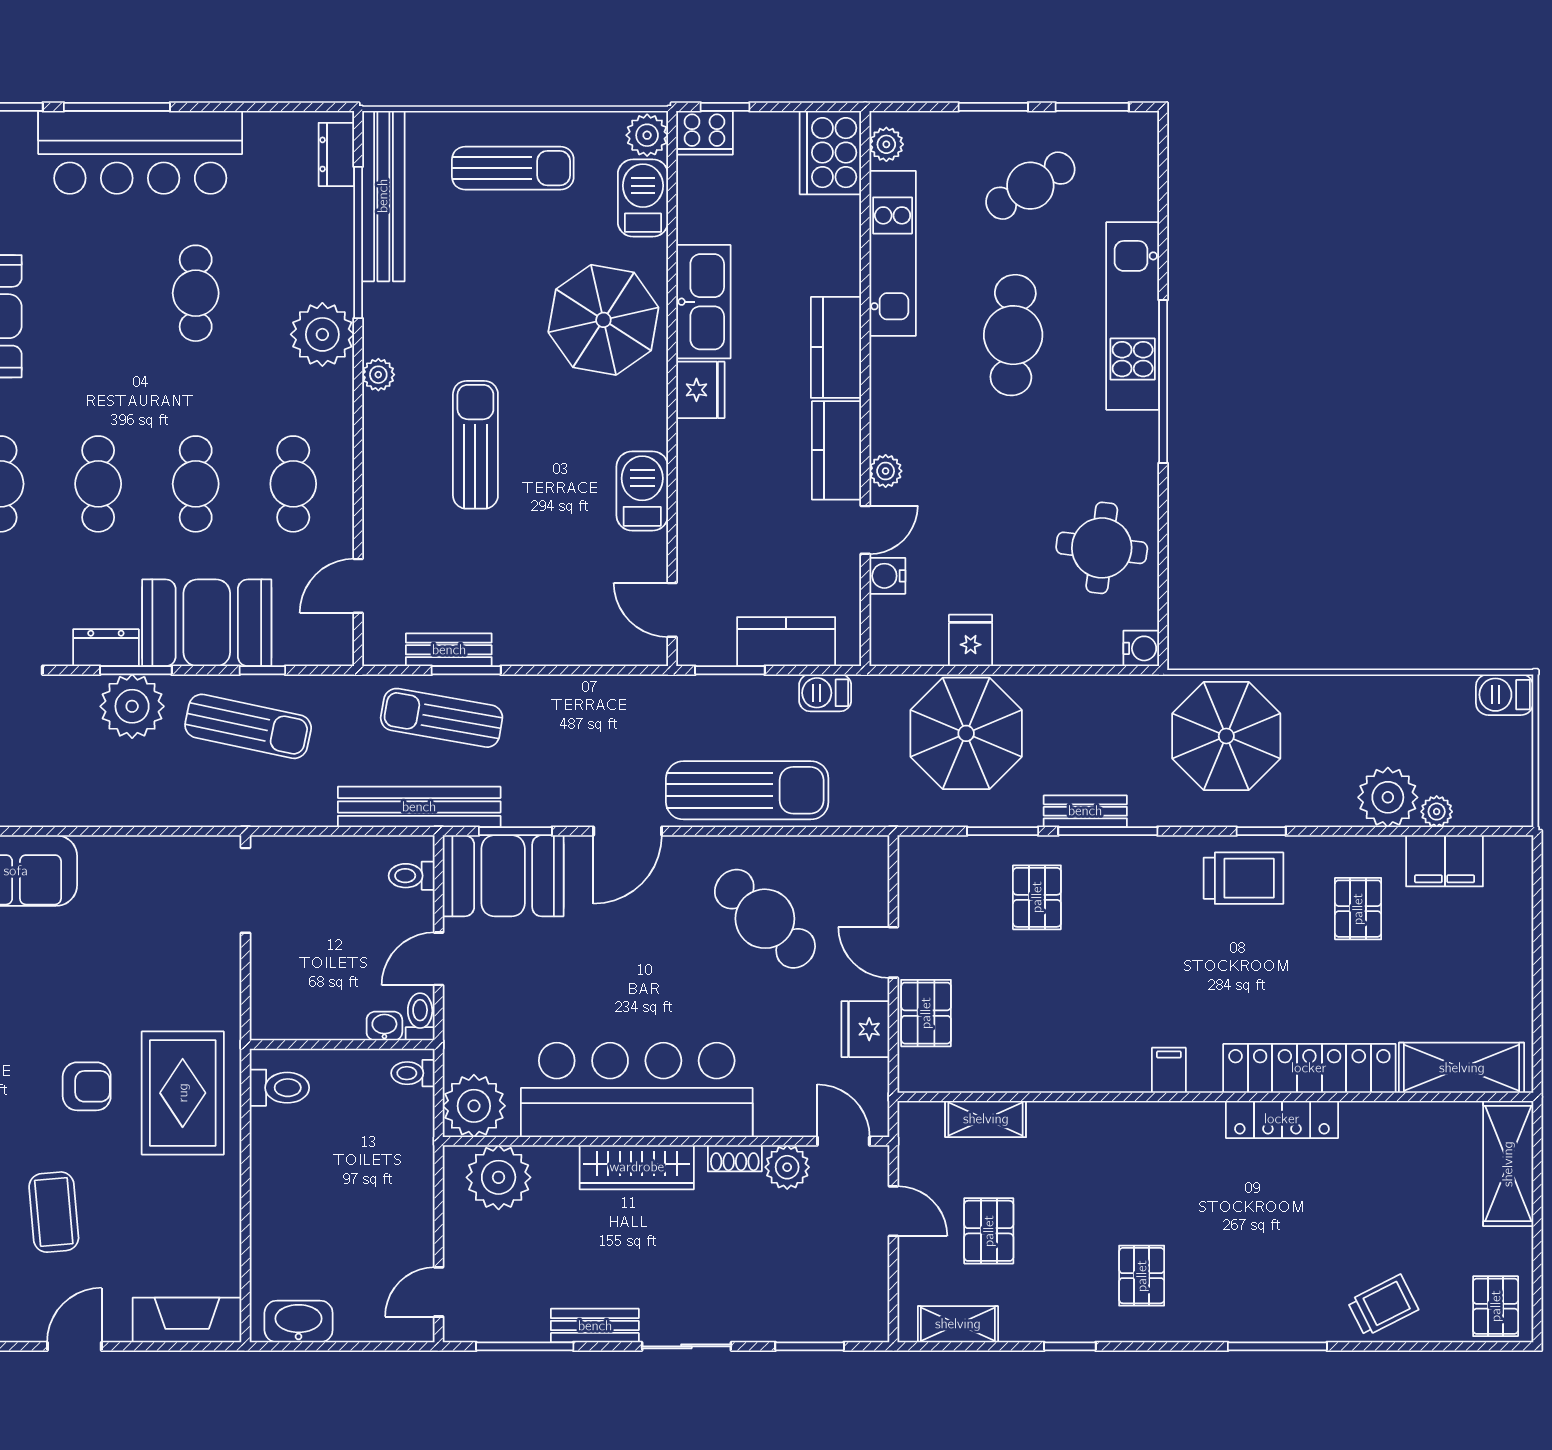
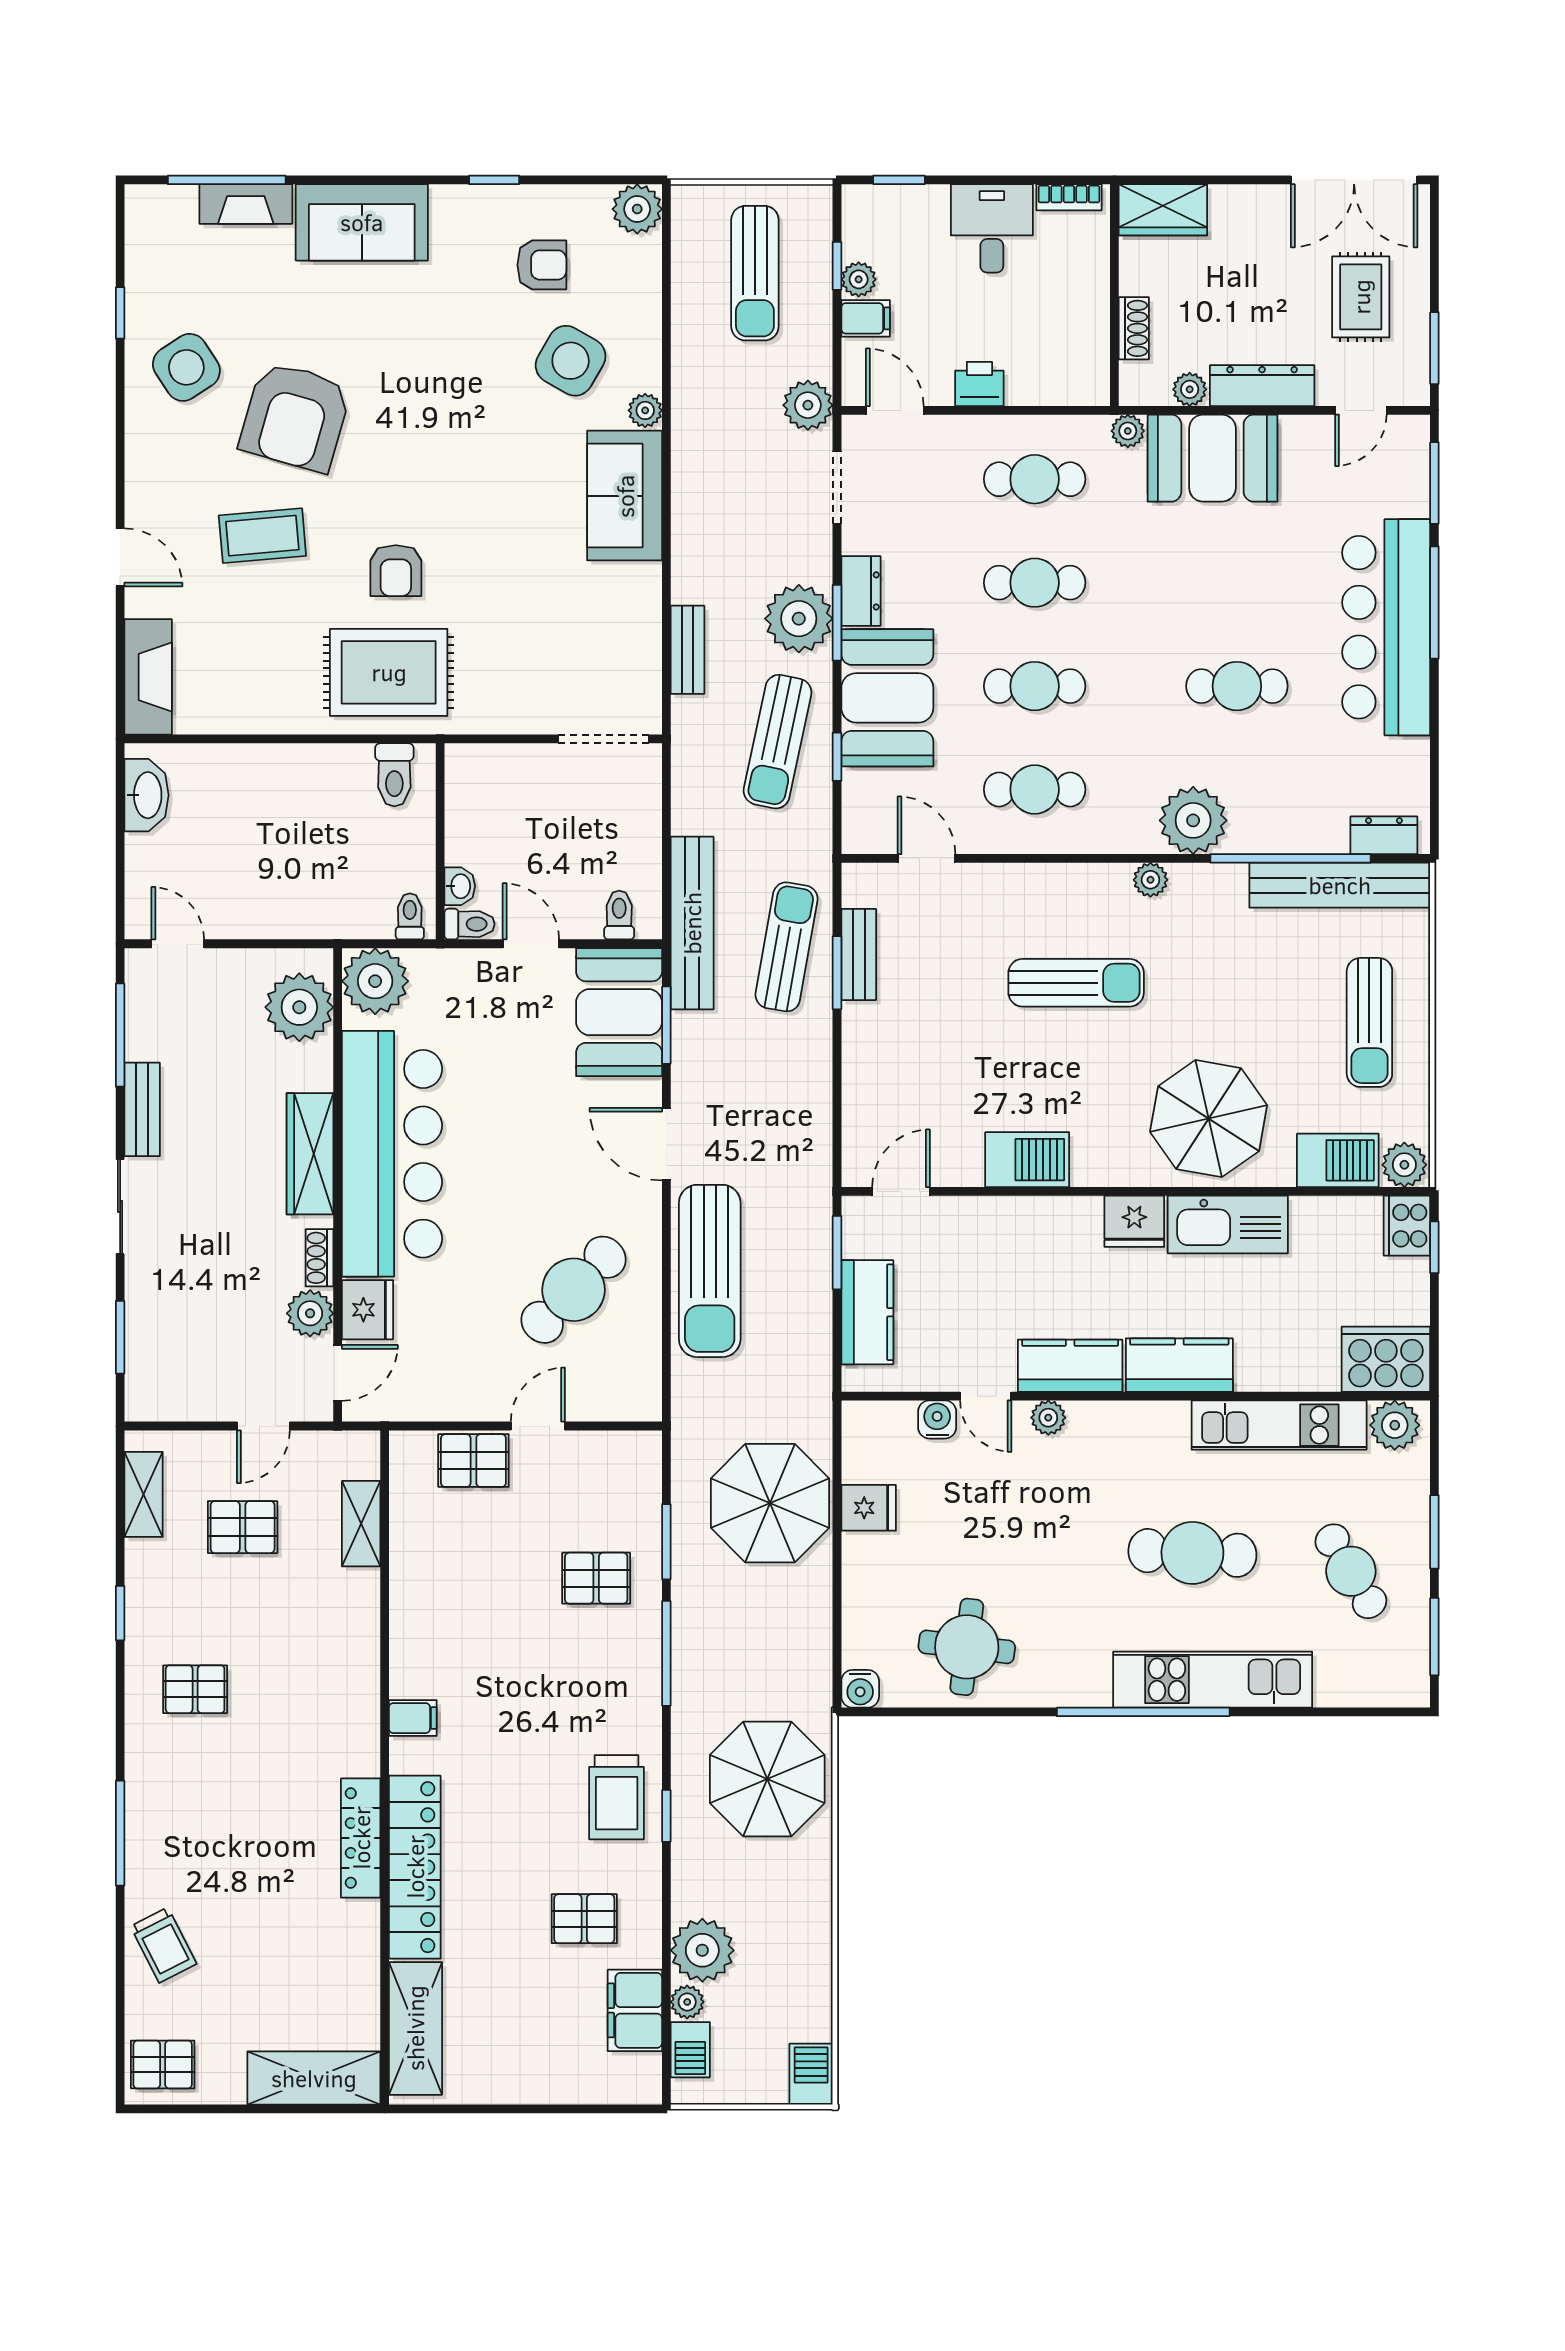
plant: (886, 144) -> (1395, 1425), width x1.38, depth x1.38
barbecue: (825, 693) -> (690, 2050), moved, turned 180
bench: (1085, 811) -> (687, 650), moved
fridge: (865, 1029) -> (367, 1310), moved, turned 90

